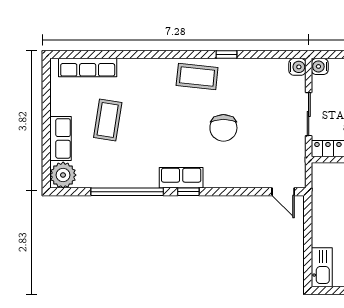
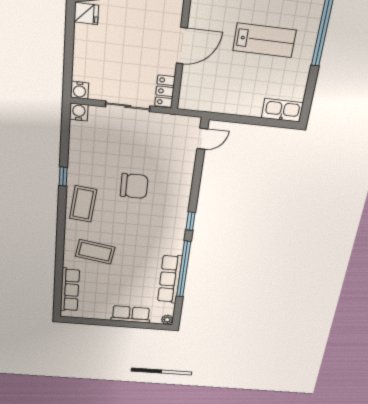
coffee table: (108, 120) -> (95, 252), moved
plant: (63, 175) -> (167, 320), width x0.53, depth x0.53
row of seats: (181, 178) -> (170, 279), moved, width x1.48

